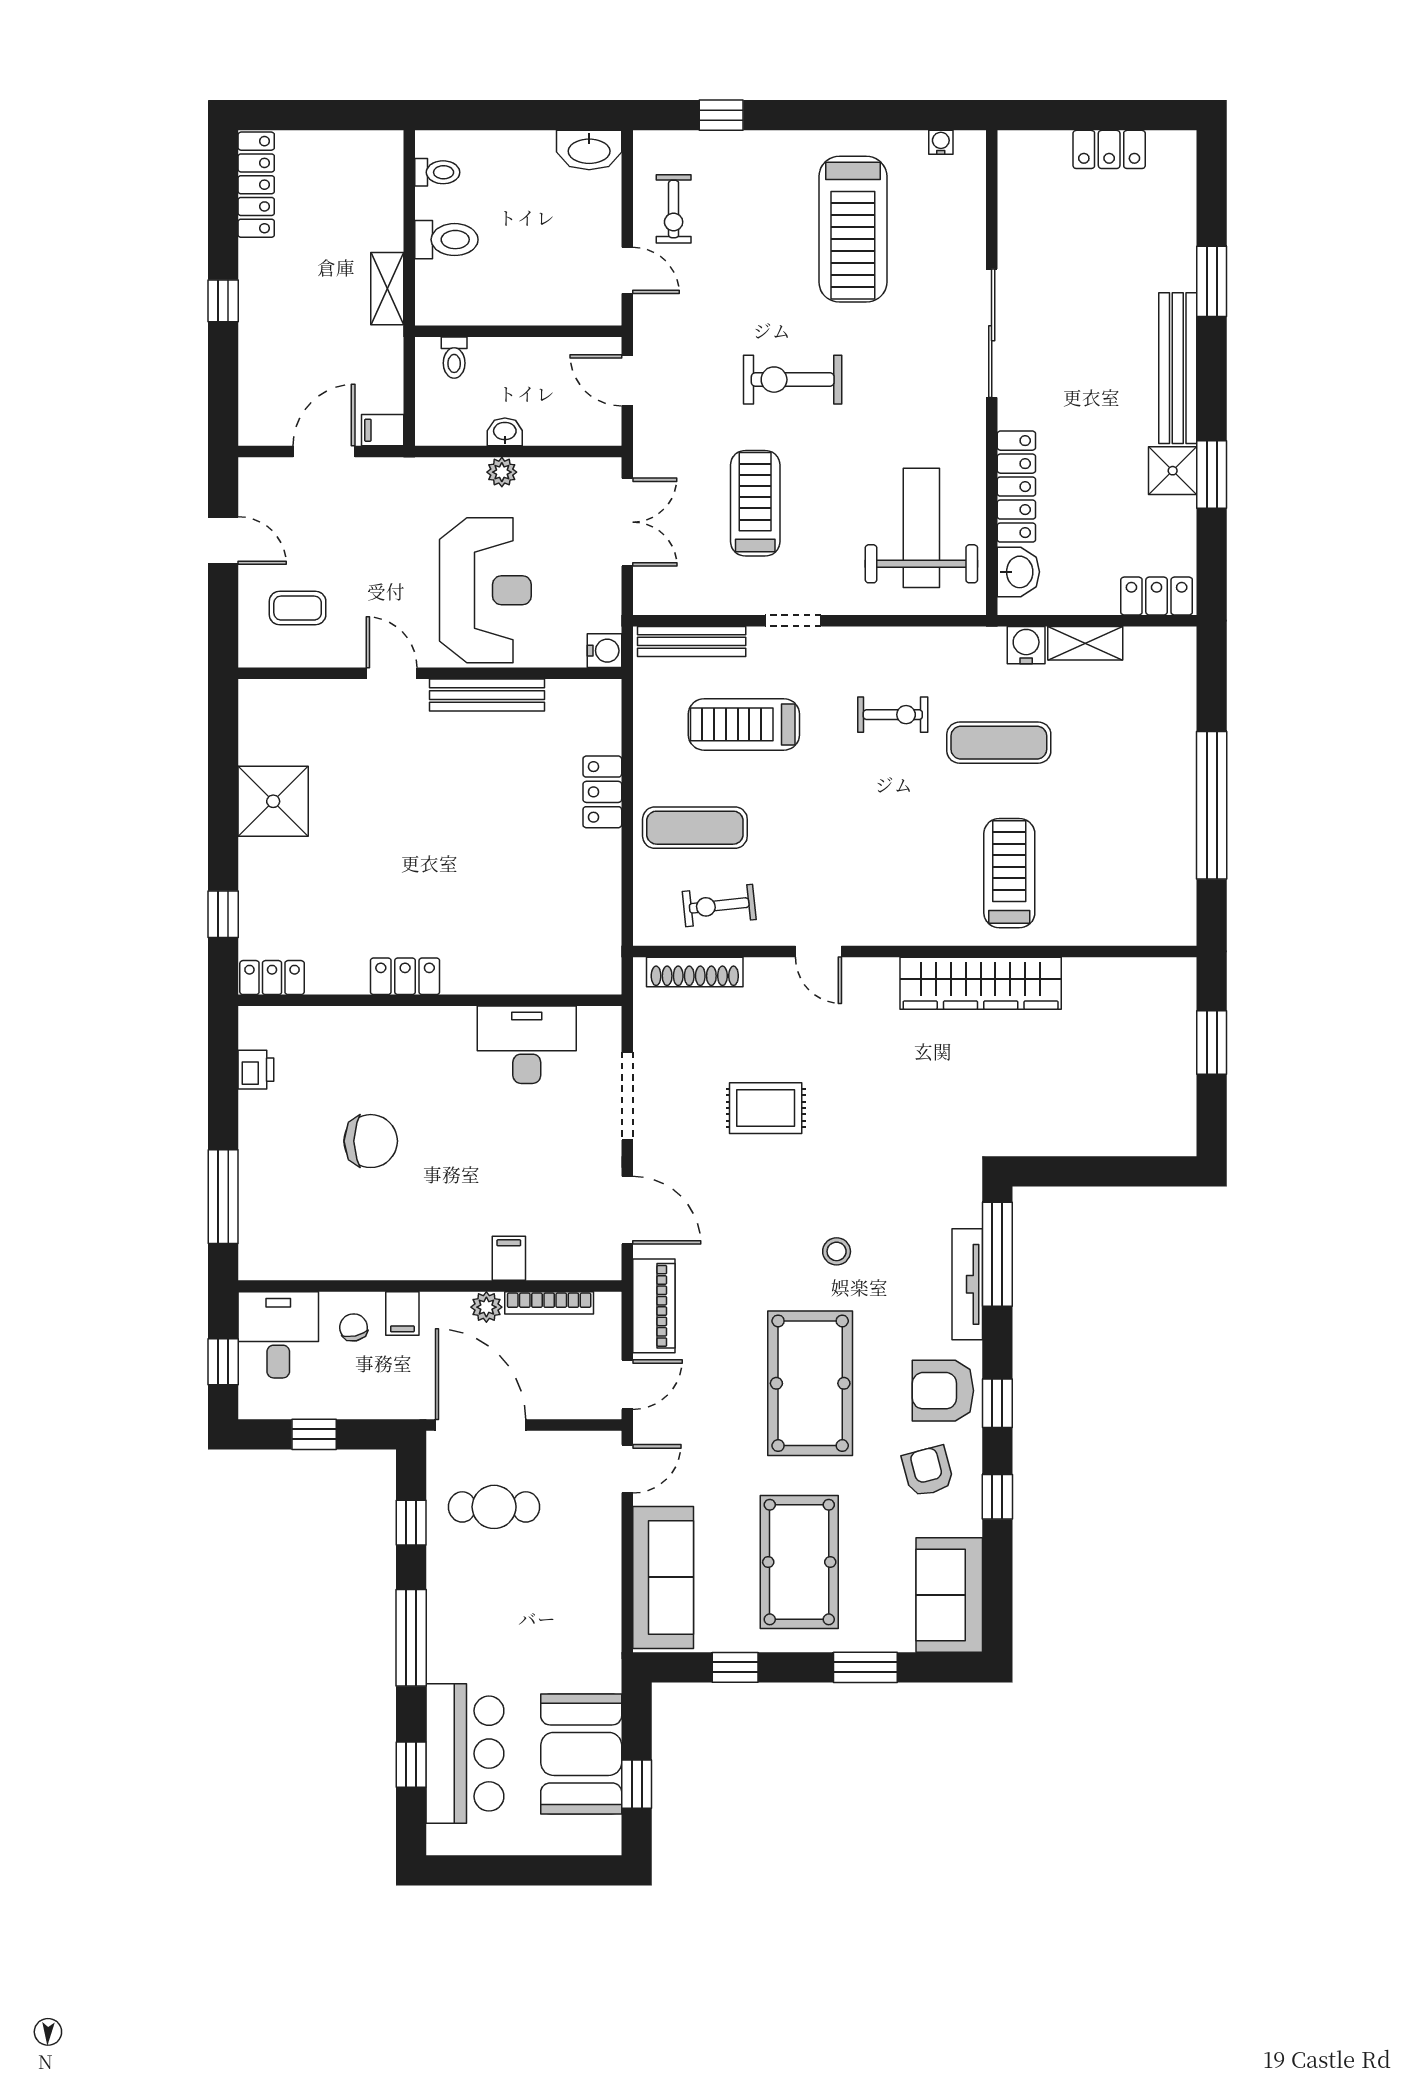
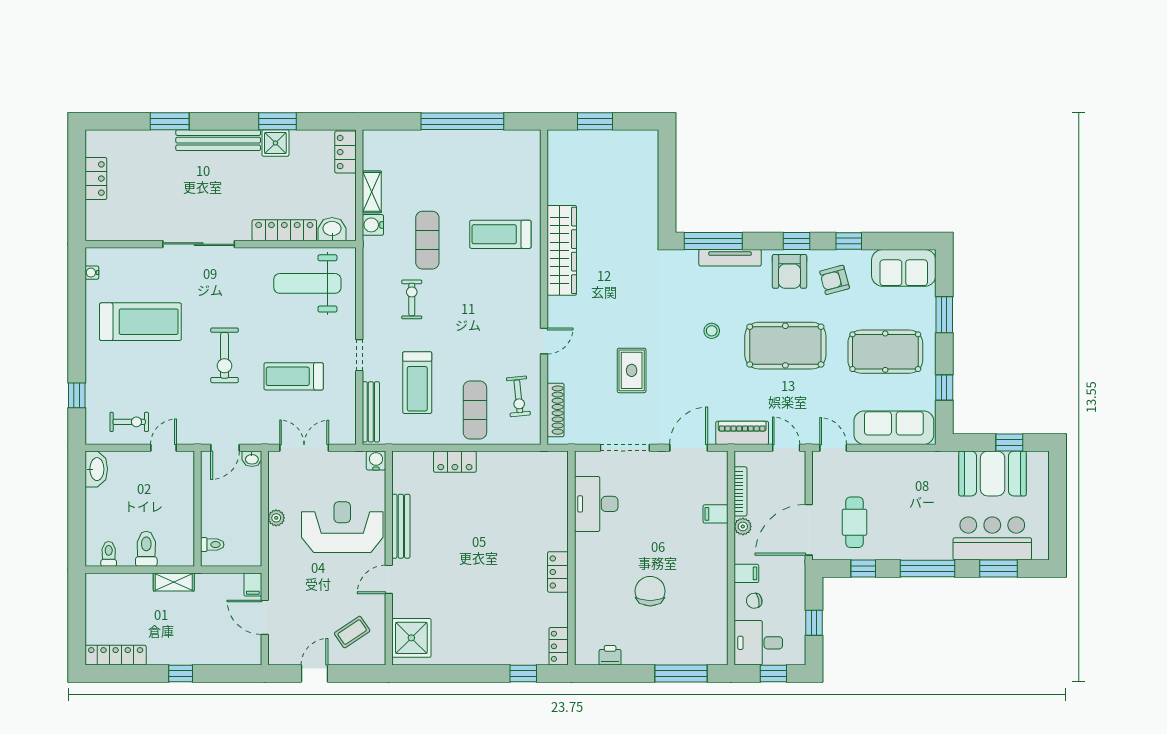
washbasin: (505, 432) -> (252, 459), moved, turned -90
coffee table: (298, 608) -> (352, 632), turned 56
shower: (273, 801) -> (411, 638), moved
window: (411, 1765) -> (998, 569), width x1.50

